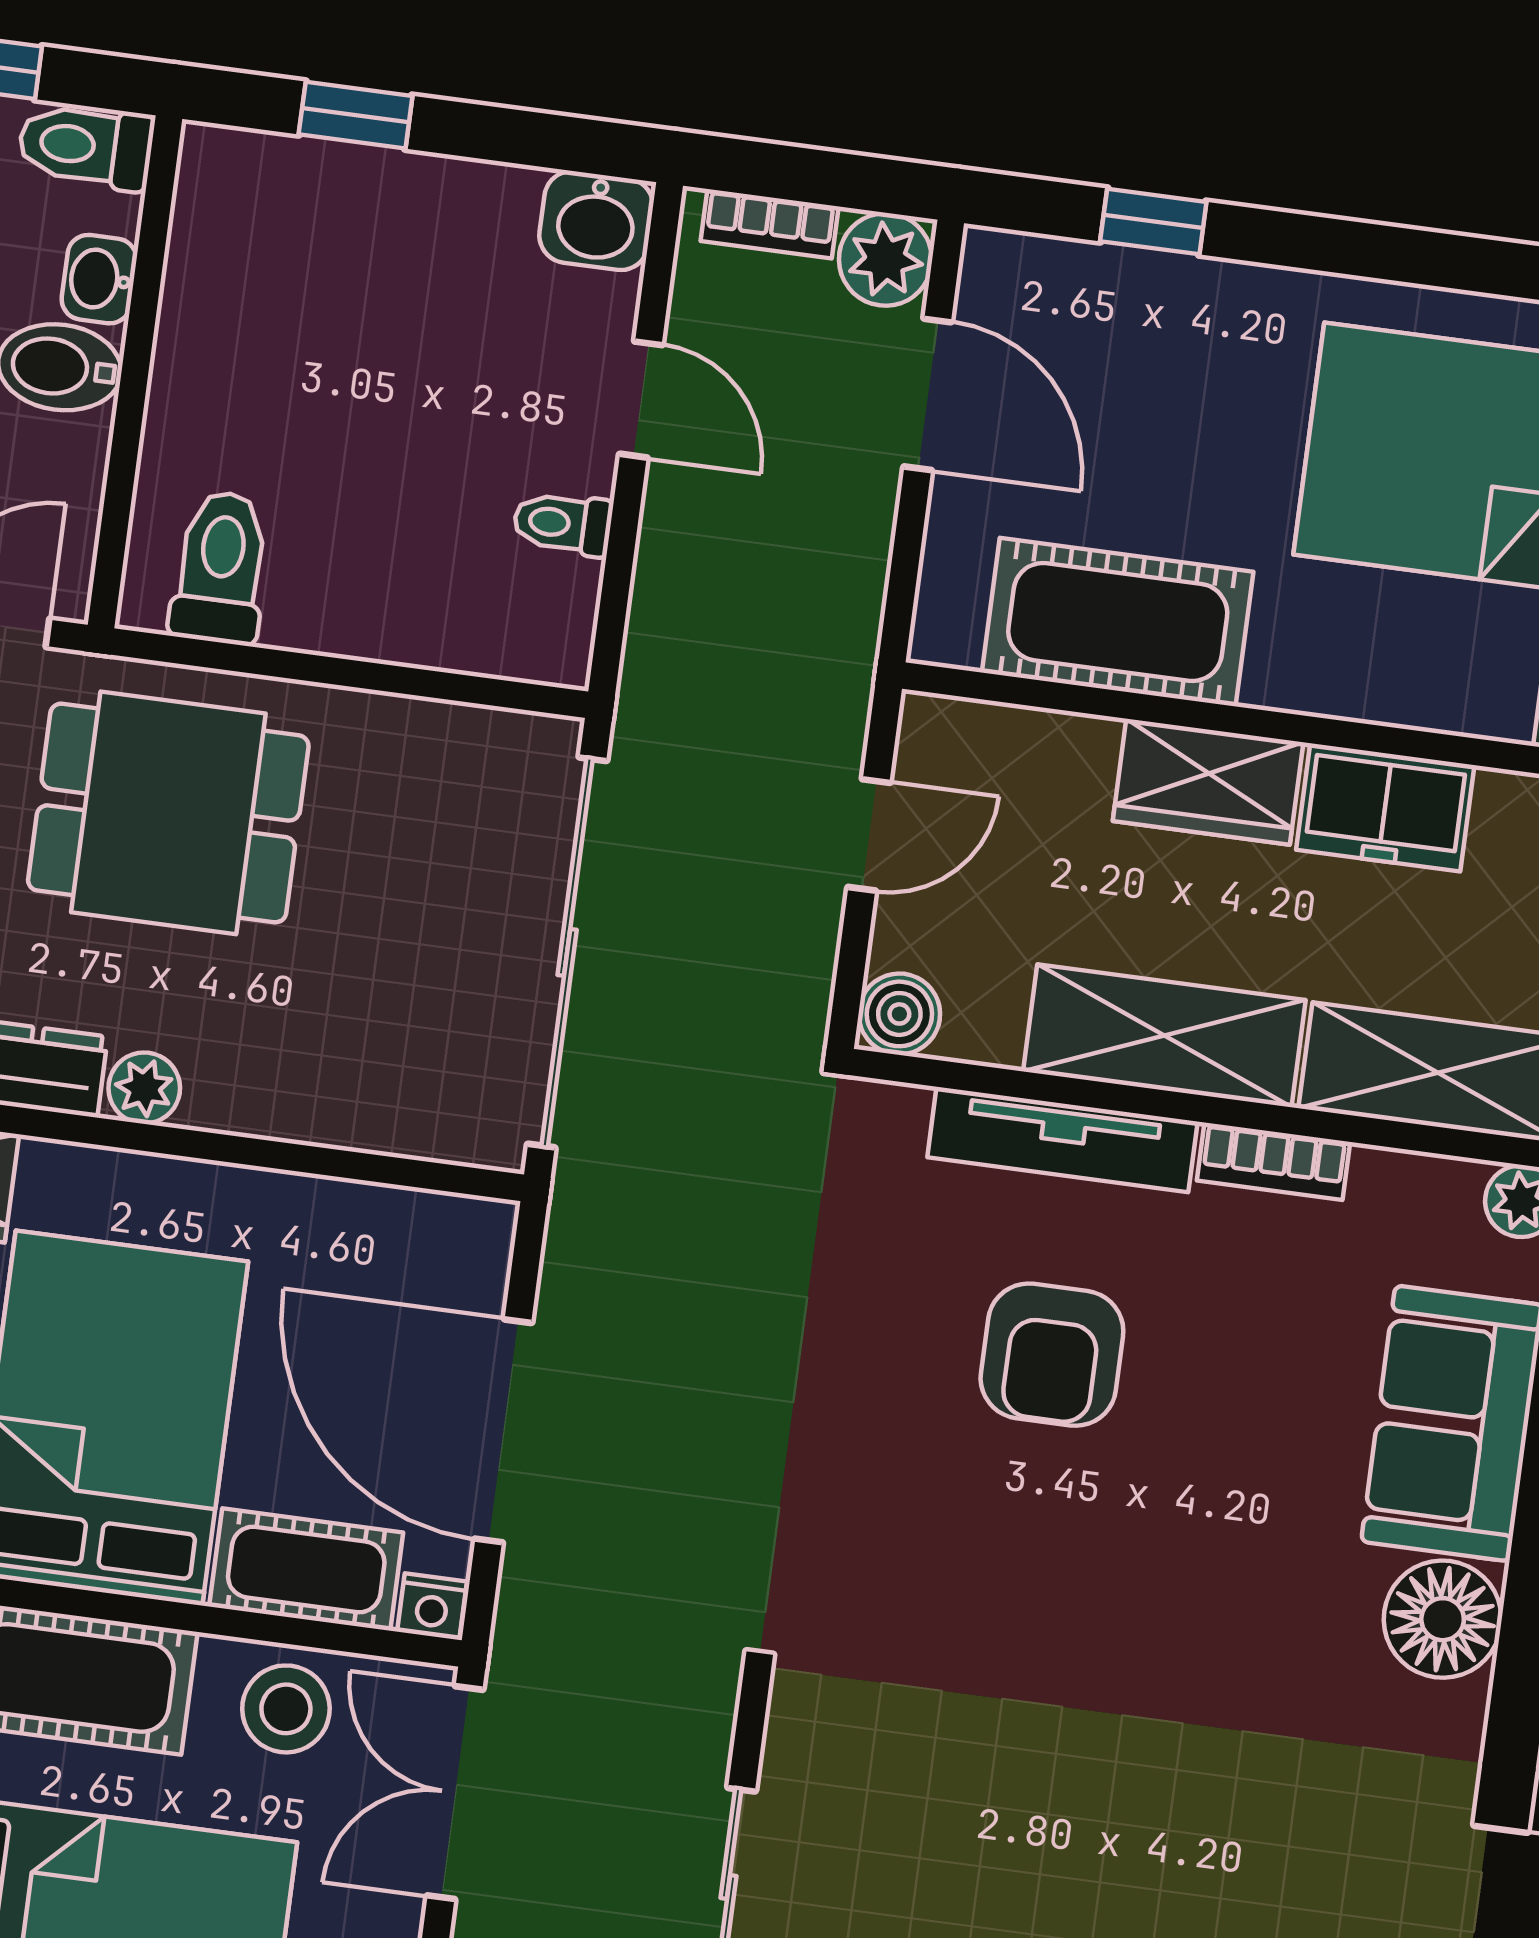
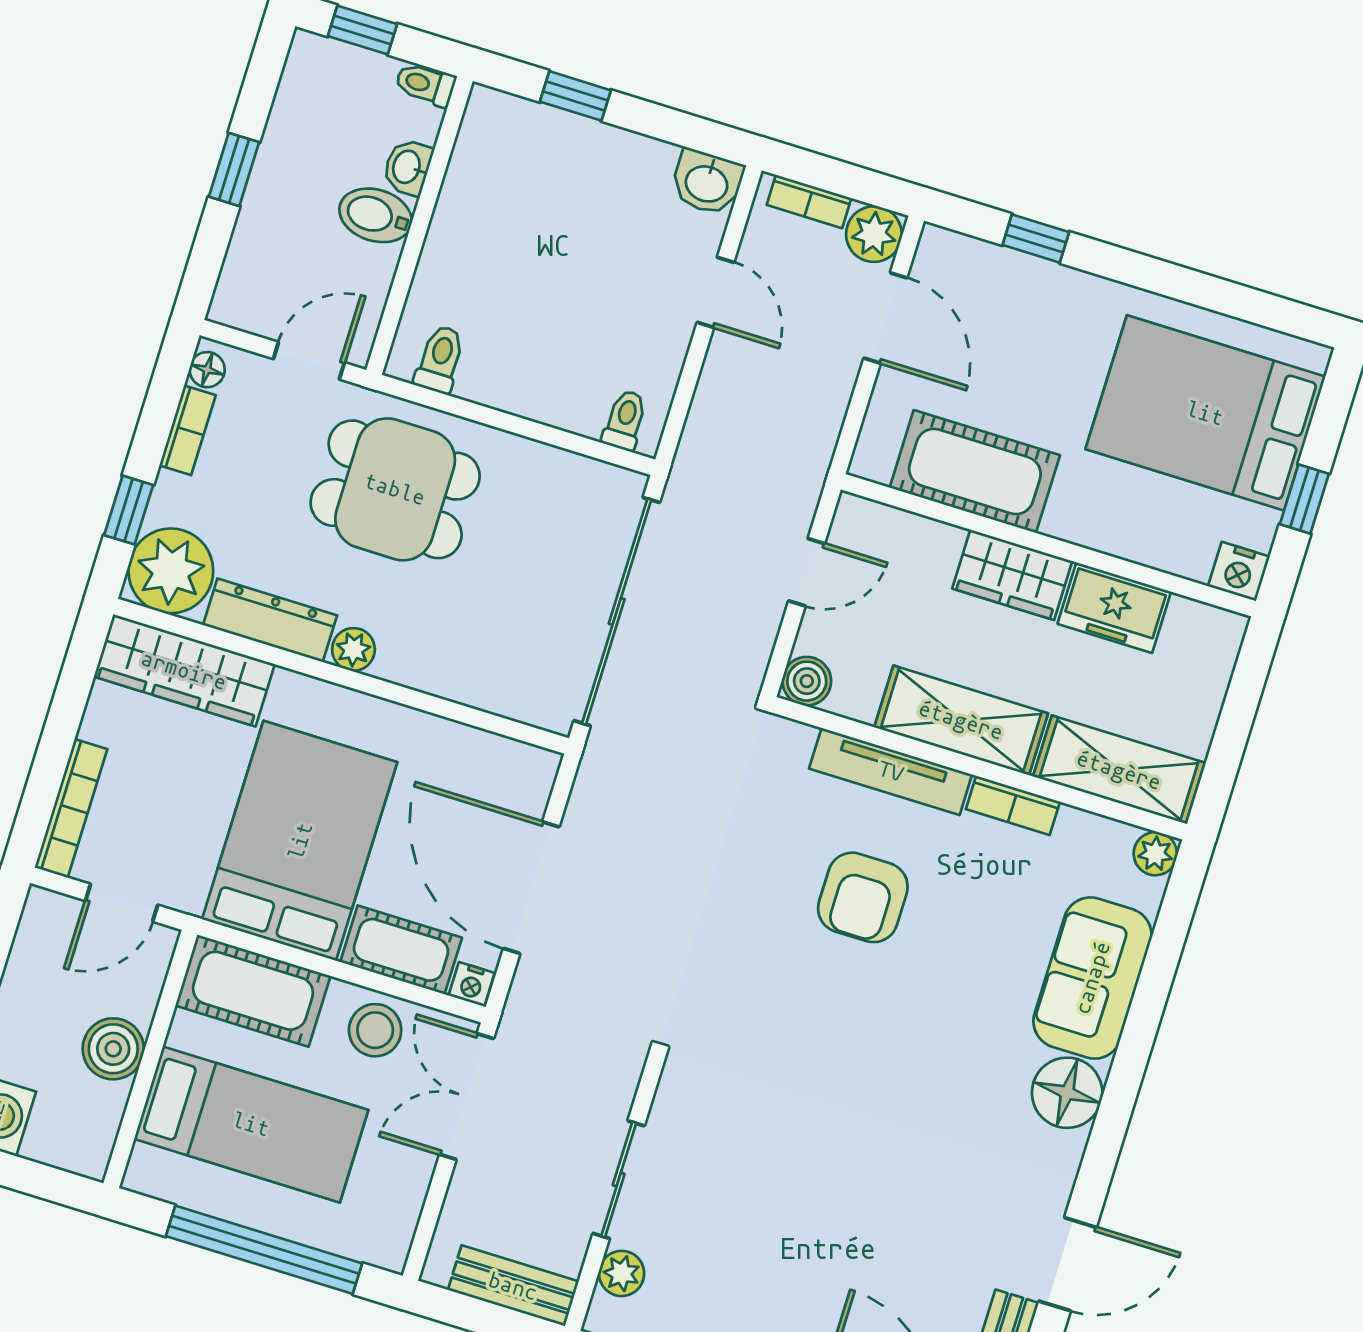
toilet: (86, 146) -> (425, 84), width x0.73, depth x0.72
toilet: (563, 523) -> (625, 420), moved, turned 90
toilet: (221, 567) -> (440, 359), width x0.73, depth x0.72

